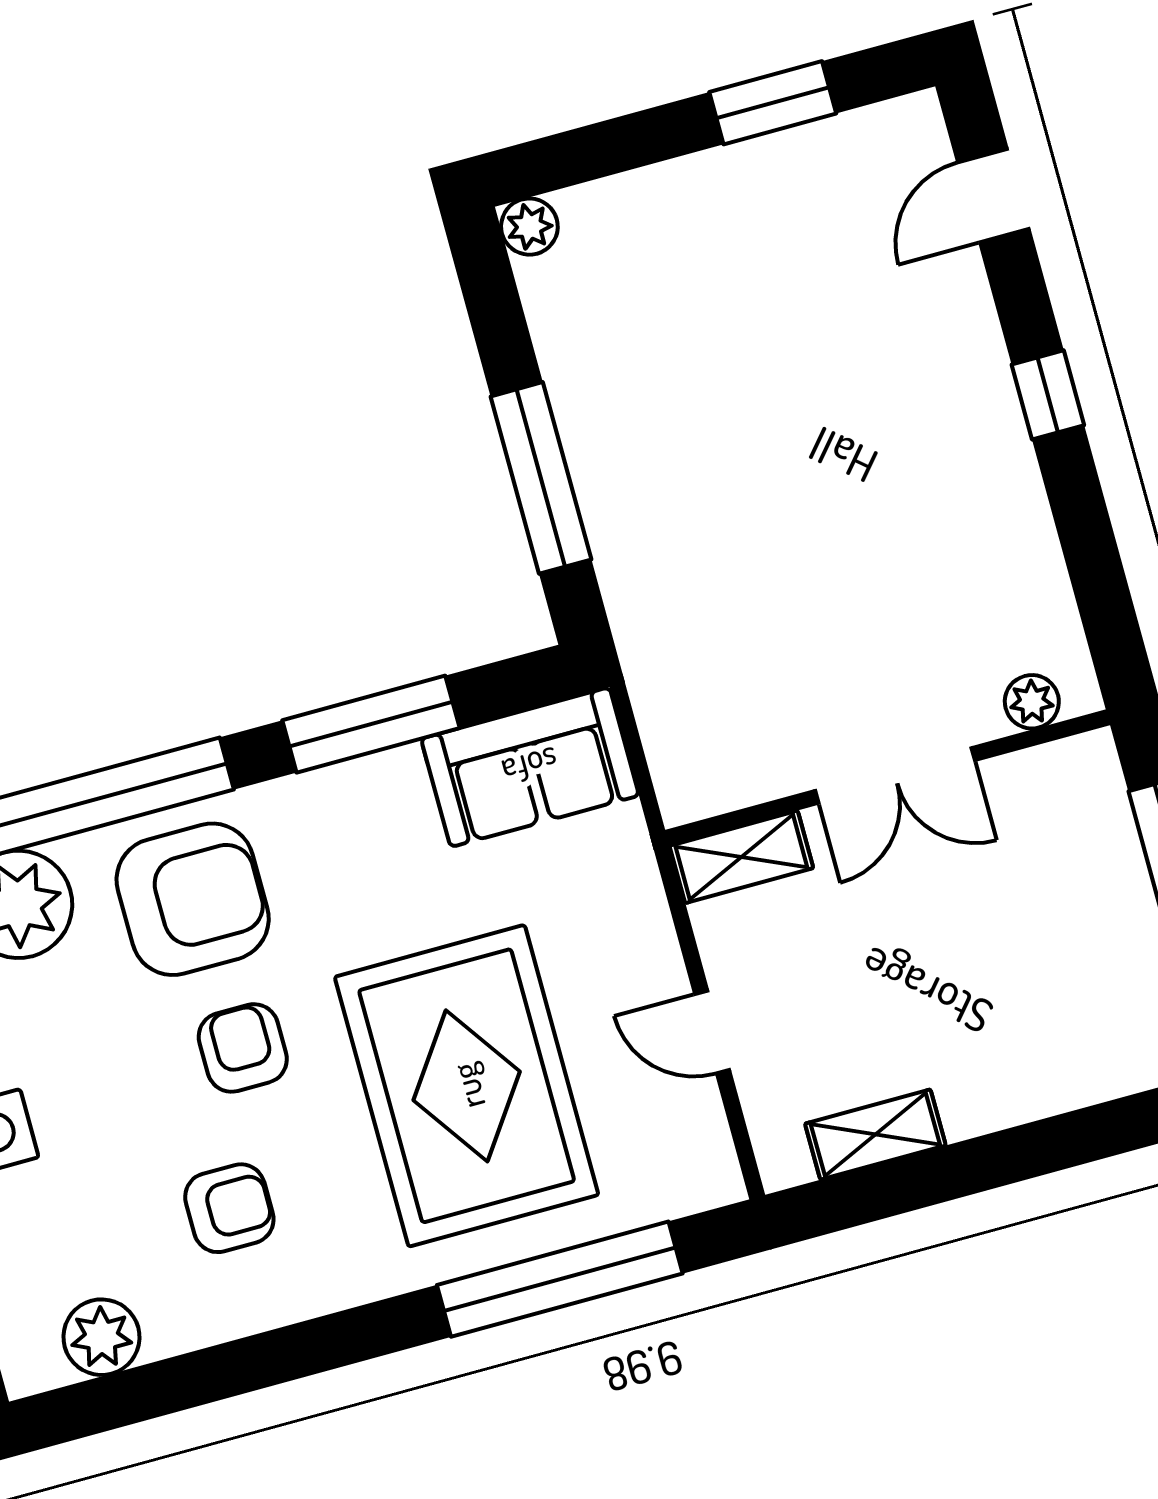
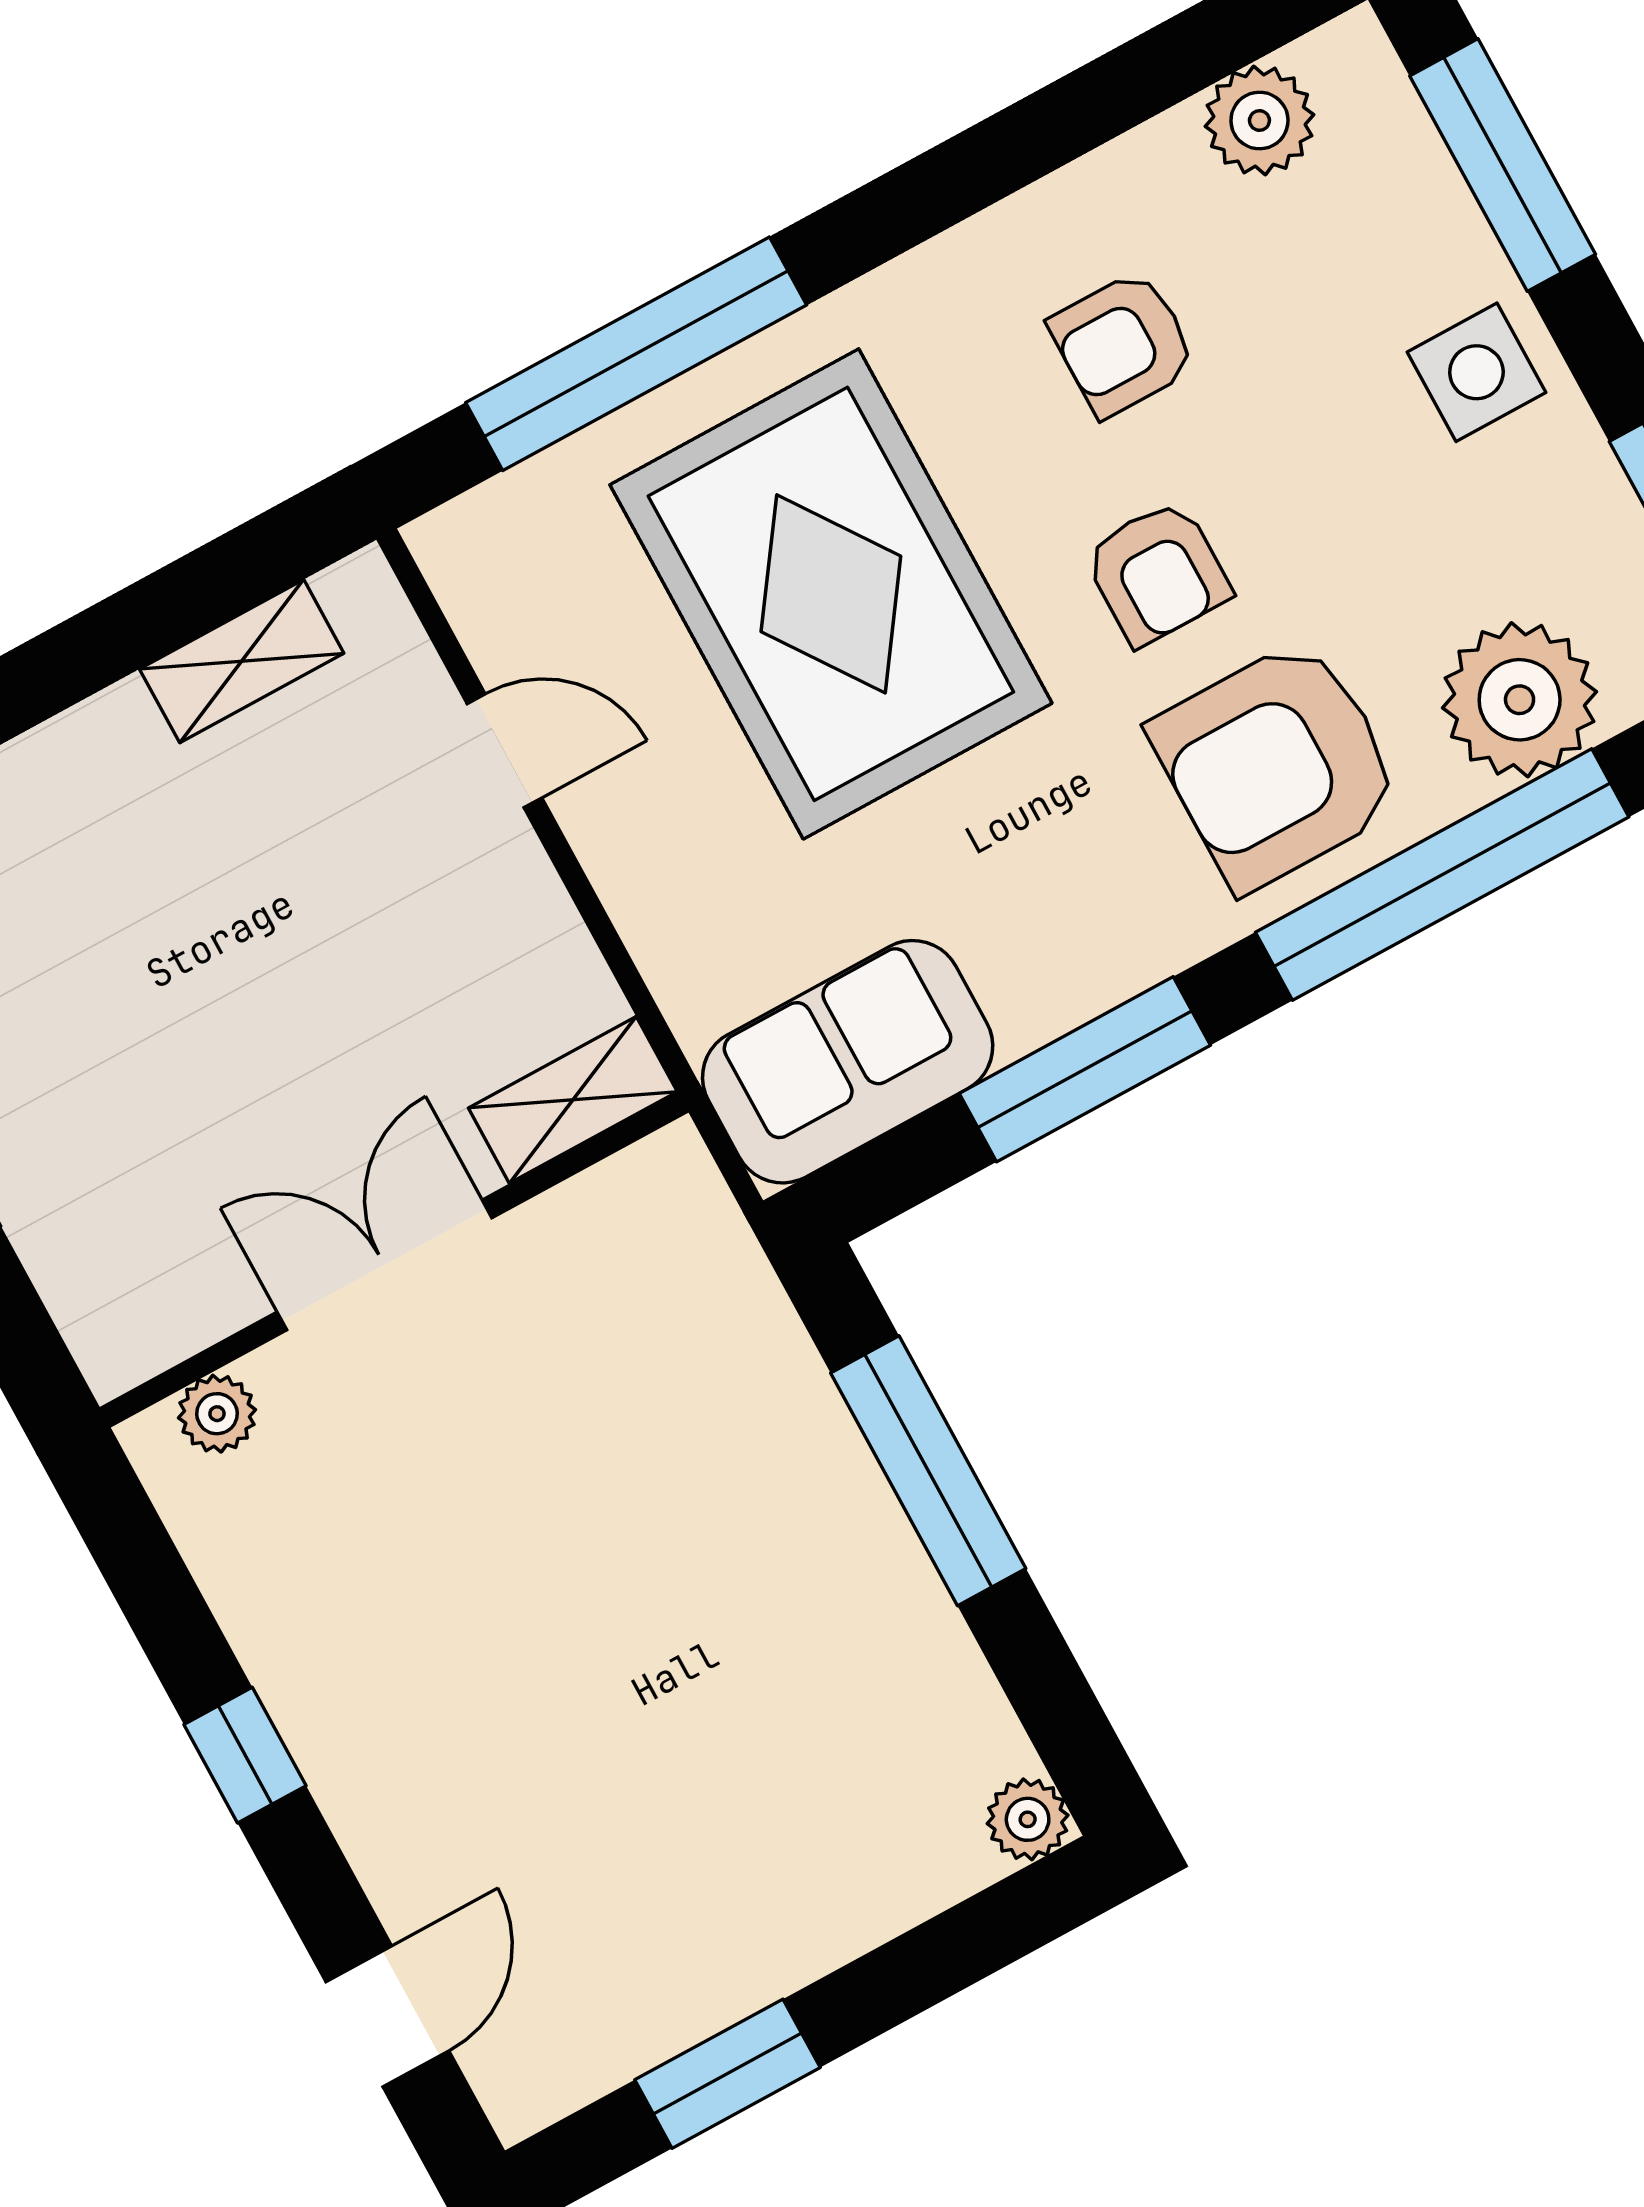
plant: (1032, 702) -> (217, 1414), moved
double door: (895, 776) -> (385, 1265), moved
wall: (888, 777) -> (394, 1260), moved
shelving: (741, 857) -> (573, 1100), moved

